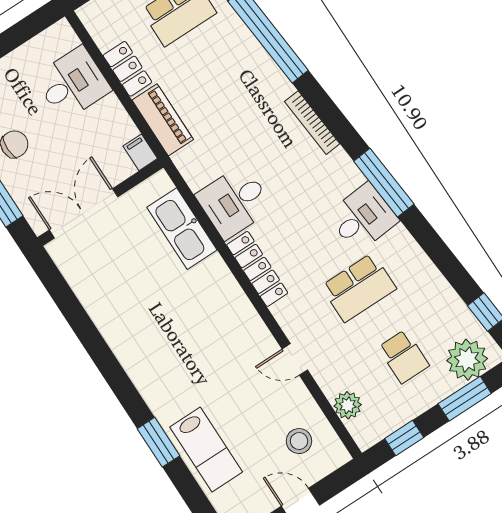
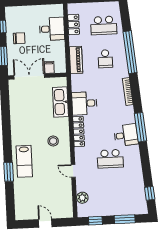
locker: (127, 69) -> (74, 24), moved
filing cabinet: (140, 152) -> (49, 67), moved
school desk: (404, 356) -> (105, 59), moved
plant: (467, 360) -> (133, 206), removed
stool: (299, 441) -> (53, 141), moved
lab bench: (206, 449) -> (24, 161), moved

